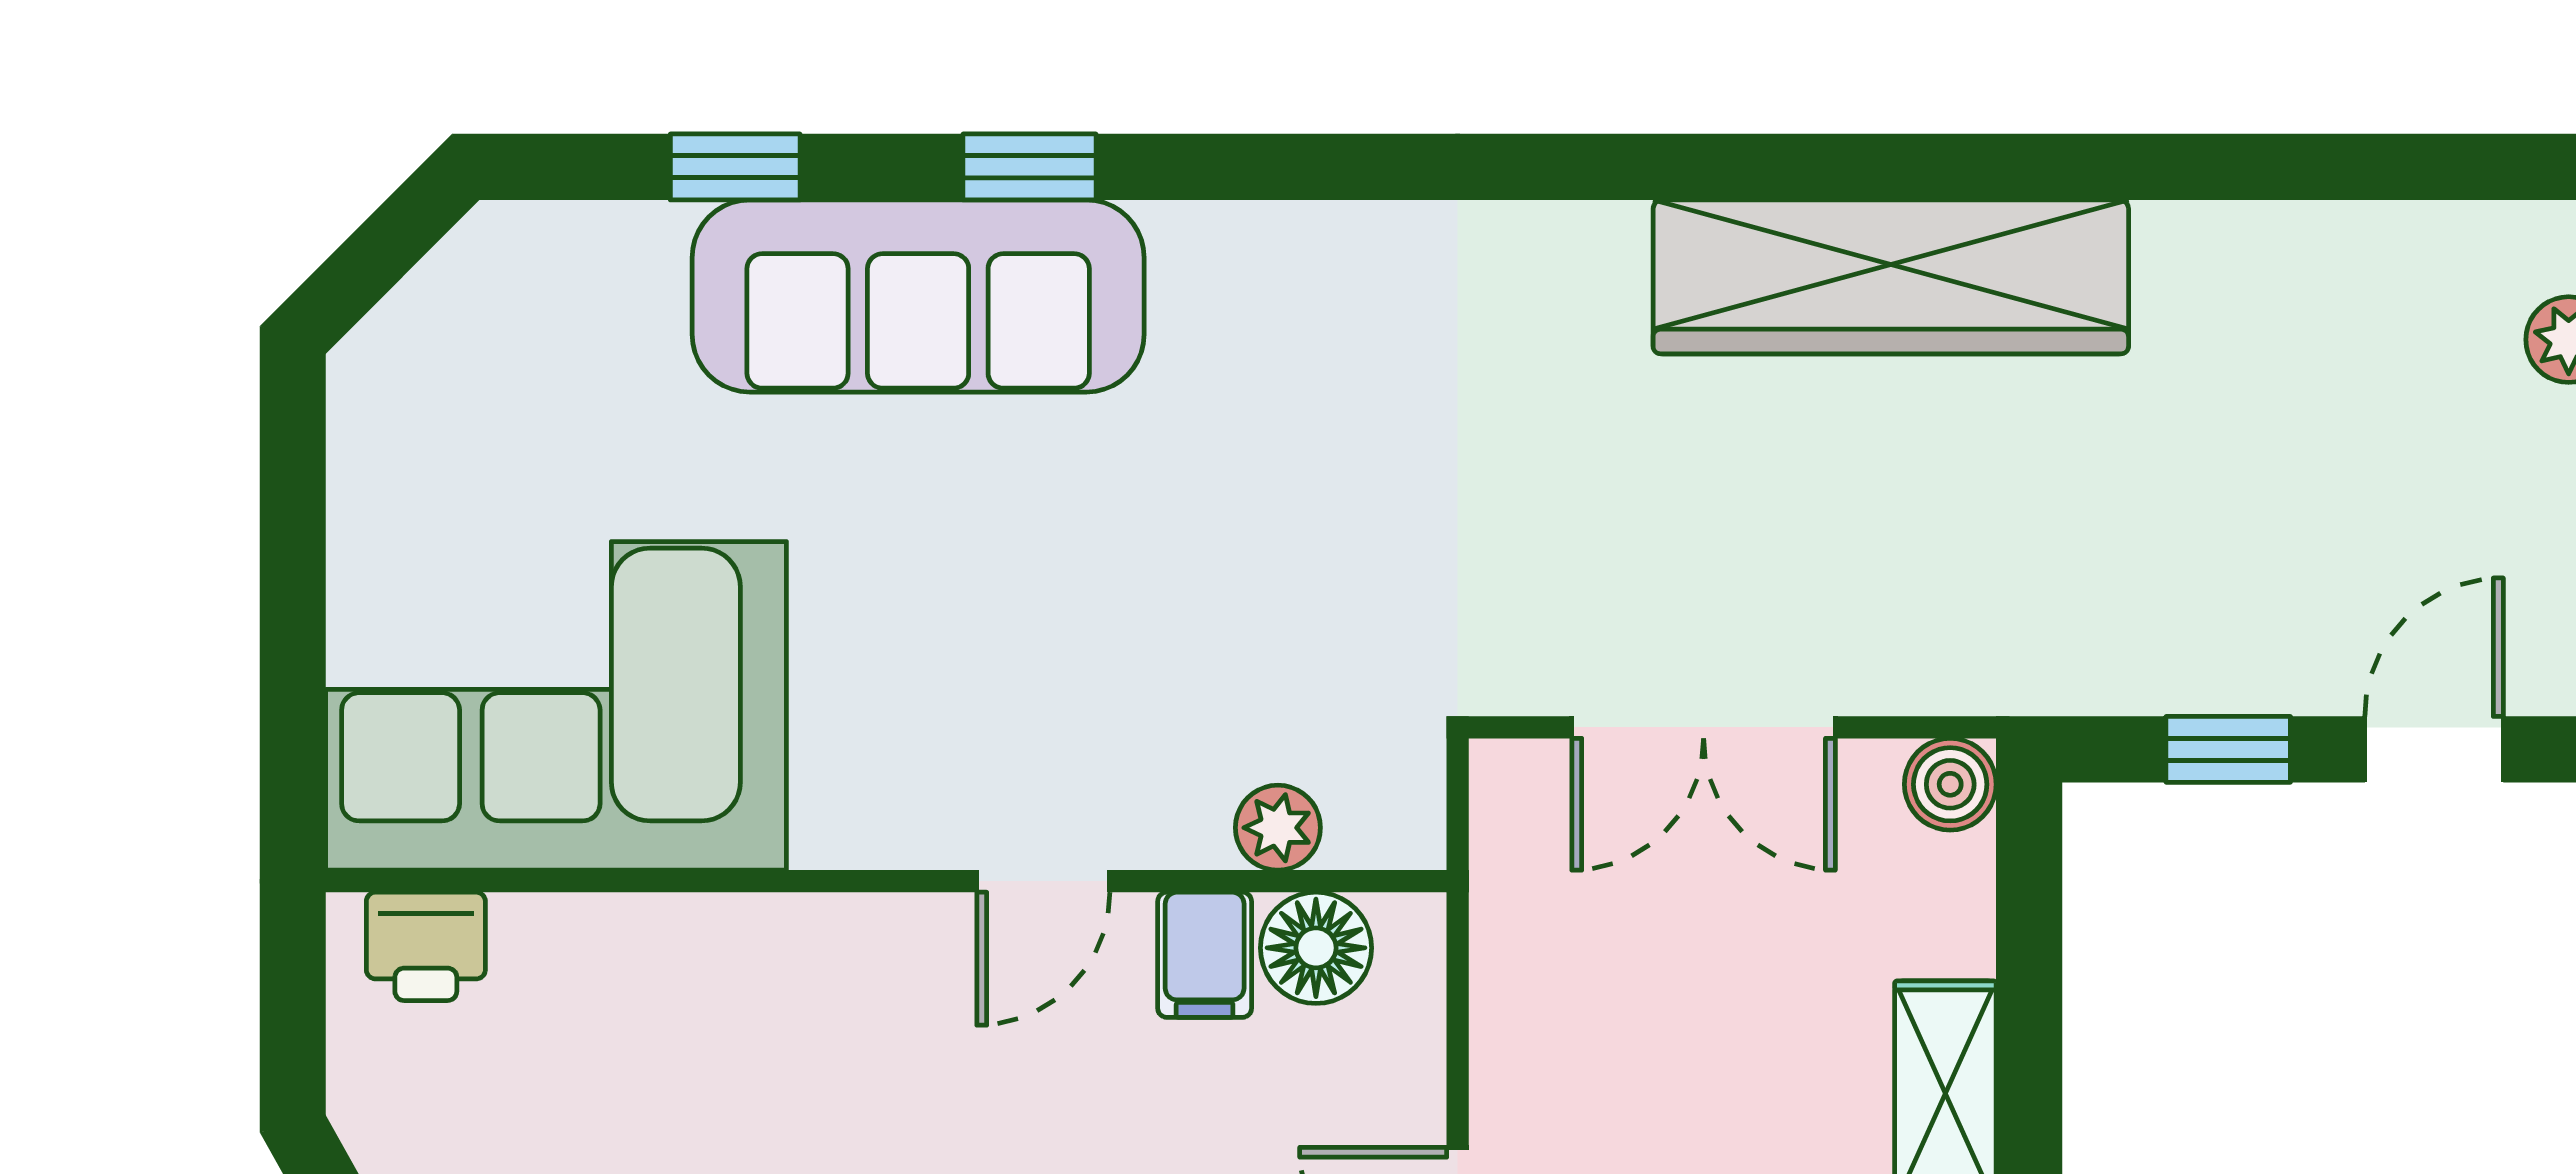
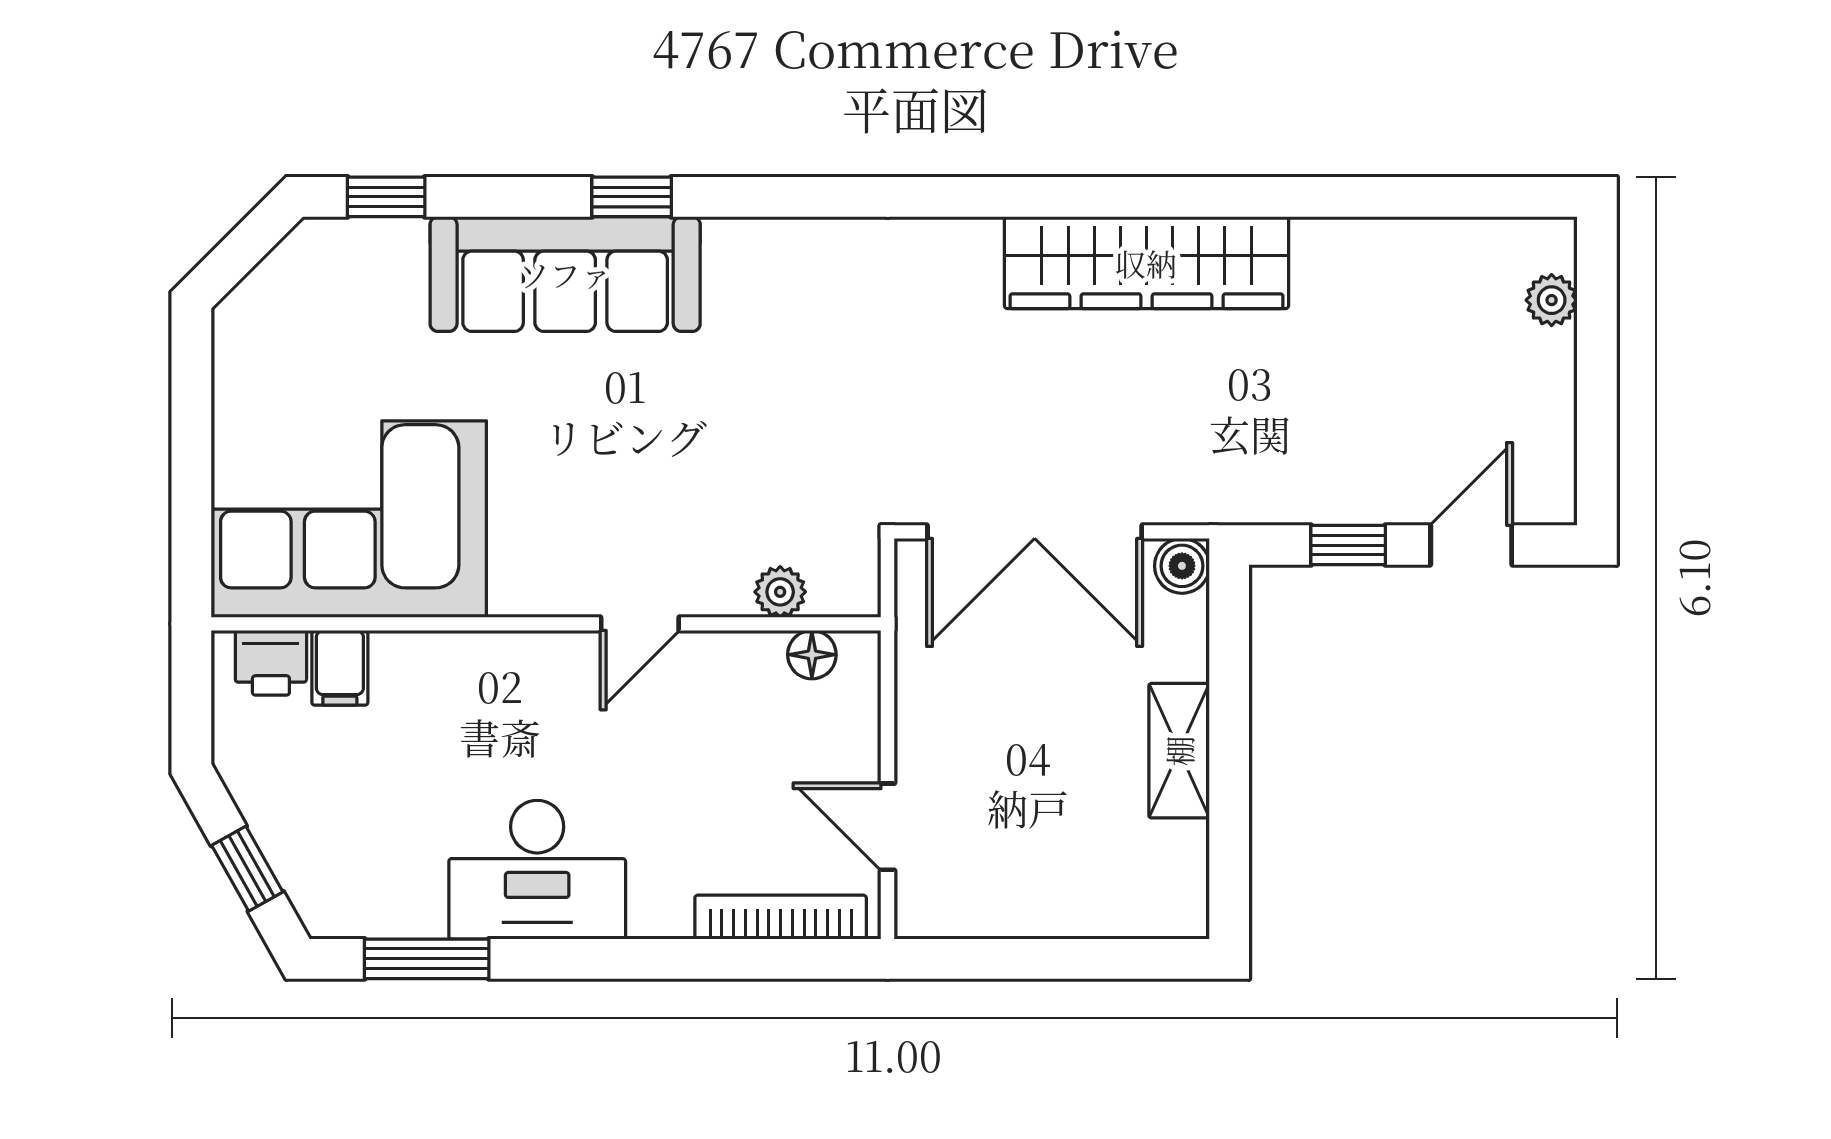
window: (735, 167) -> (386, 197), moved
double door: (1704, 727) -> (1035, 532), width x1.37
floor lamp: (1316, 948) -> (812, 655), width x0.73, depth x0.73
filing cabinet: (1205, 955) -> (340, 668), moved

